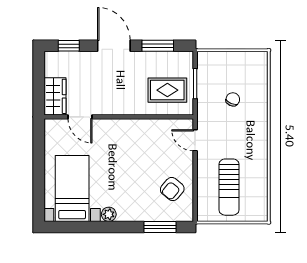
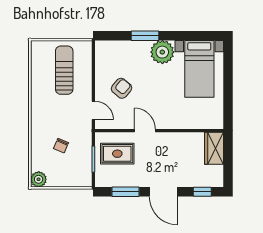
plant: (259, 60) -> (39, 179), added
door: (80, 117) -> (145, 131), moved
armchair: (172, 189) -> (122, 88), moved
plant: (109, 214) -> (162, 52), width x1.88, depth x1.88
window: (160, 227) -> (145, 36), moved

